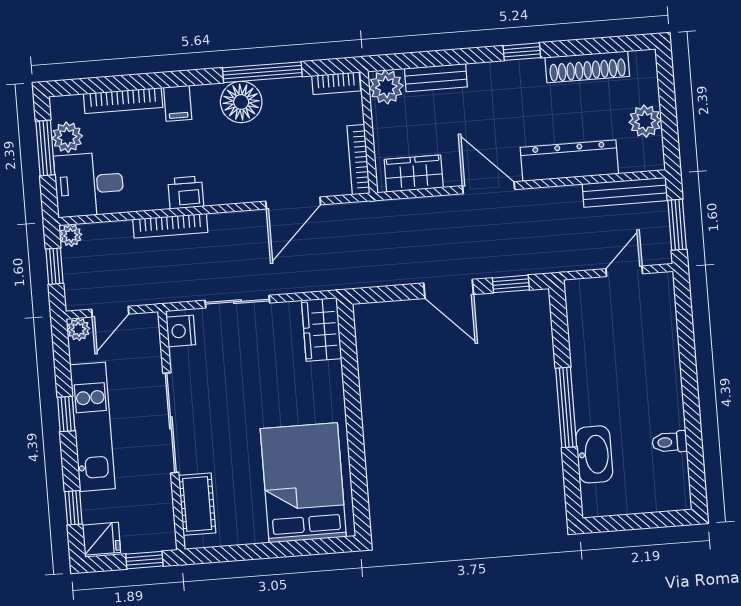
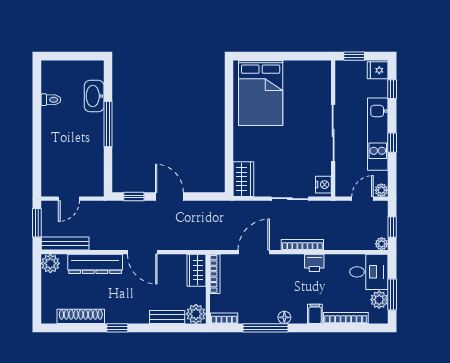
floor lamp: (241, 102) -> (284, 317), width x0.53, depth x0.53
plant: (645, 121) -> (50, 263), moved
wardrobe: (414, 174) -> (196, 270), moved, turned 90
bookcase: (170, 226) -> (302, 245), moved
cot: (197, 504) -> (322, 86), removed

